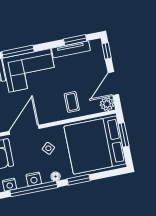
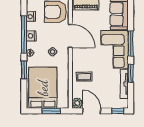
window: (75, 40) -> (131, 73), moved
bed: (95, 145) -> (43, 88), width x0.73

